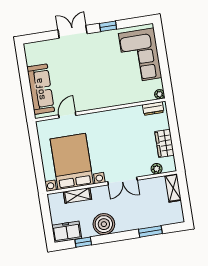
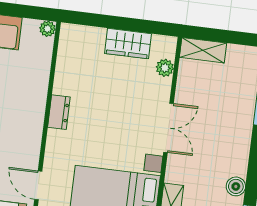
dresser: (153, 108) -> (59, 112), moved
boiler: (104, 224) -> (236, 186), width x0.54, depth x0.54

